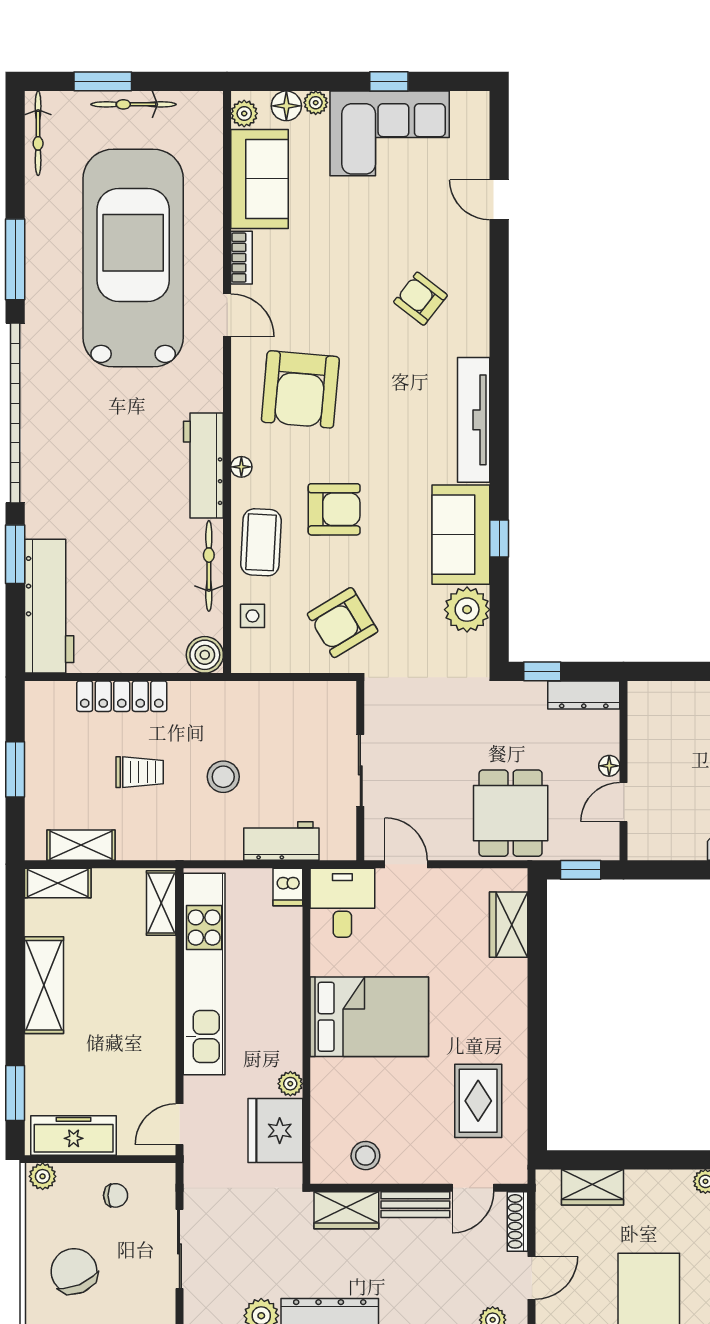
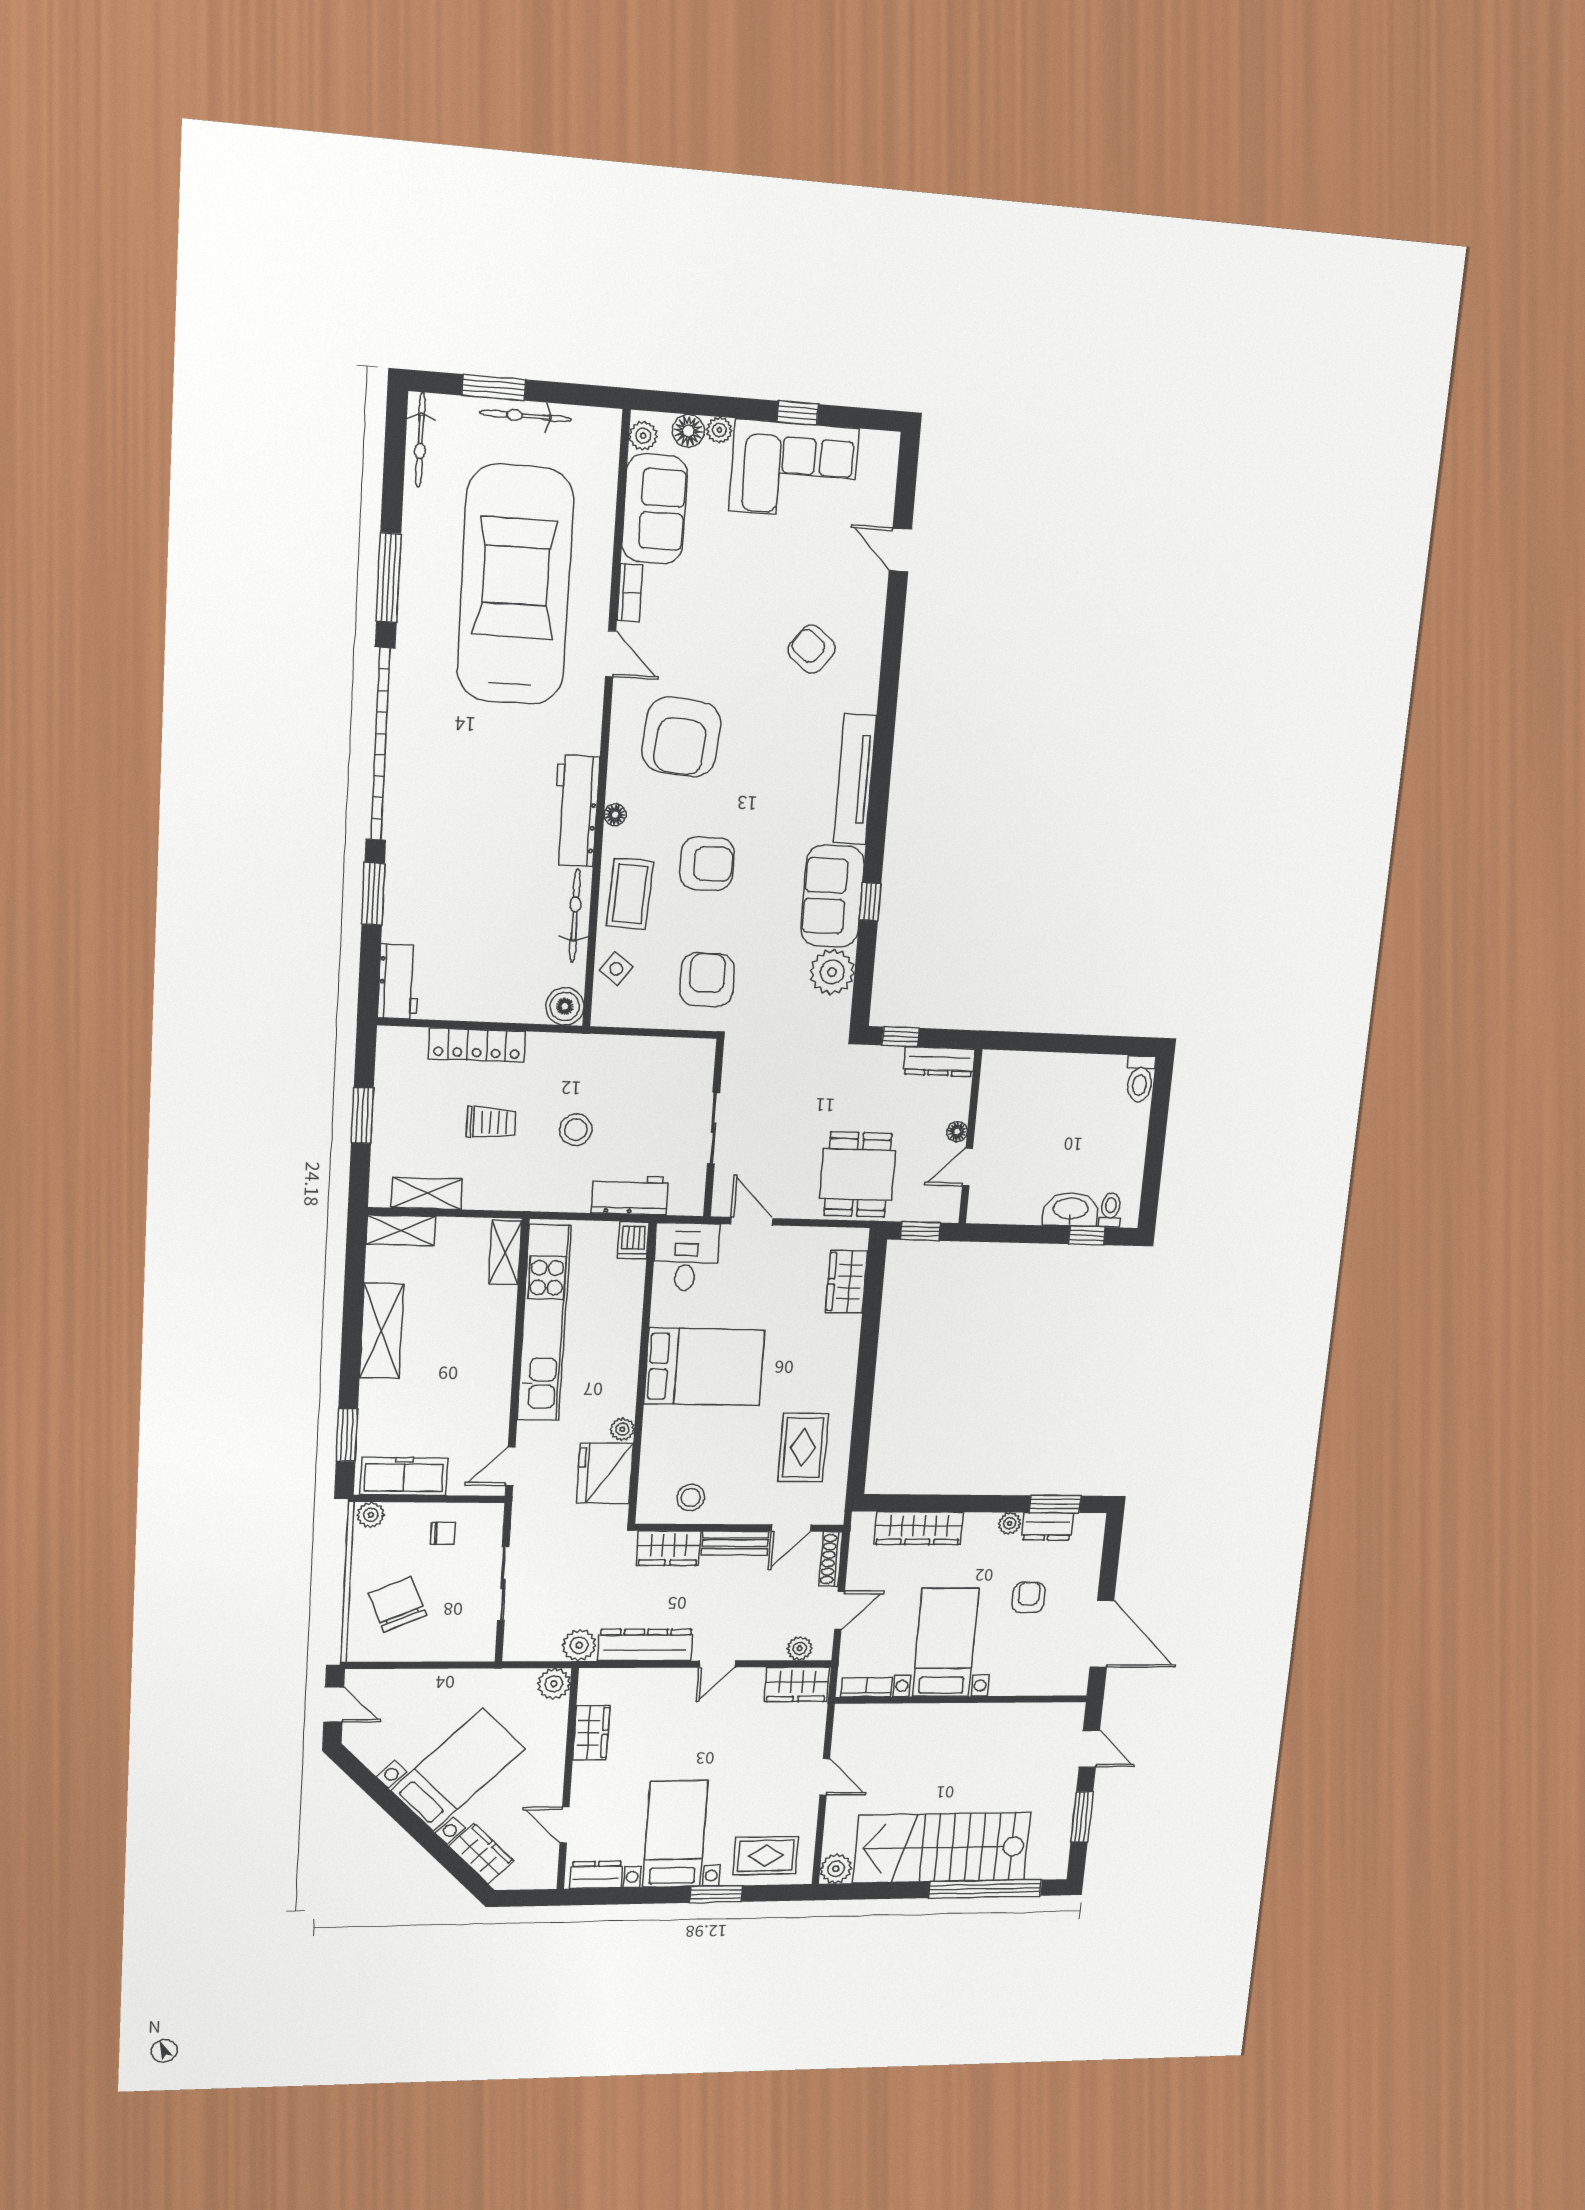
workbench: (49, 606) -> (398, 982), width x0.53, depth x0.76
side table: (252, 616) -> (616, 969), turned 37
armchair: (343, 623) -> (707, 980), turned 121
wardrobe: (593, 1187) -> (919, 1528), width x1.50

